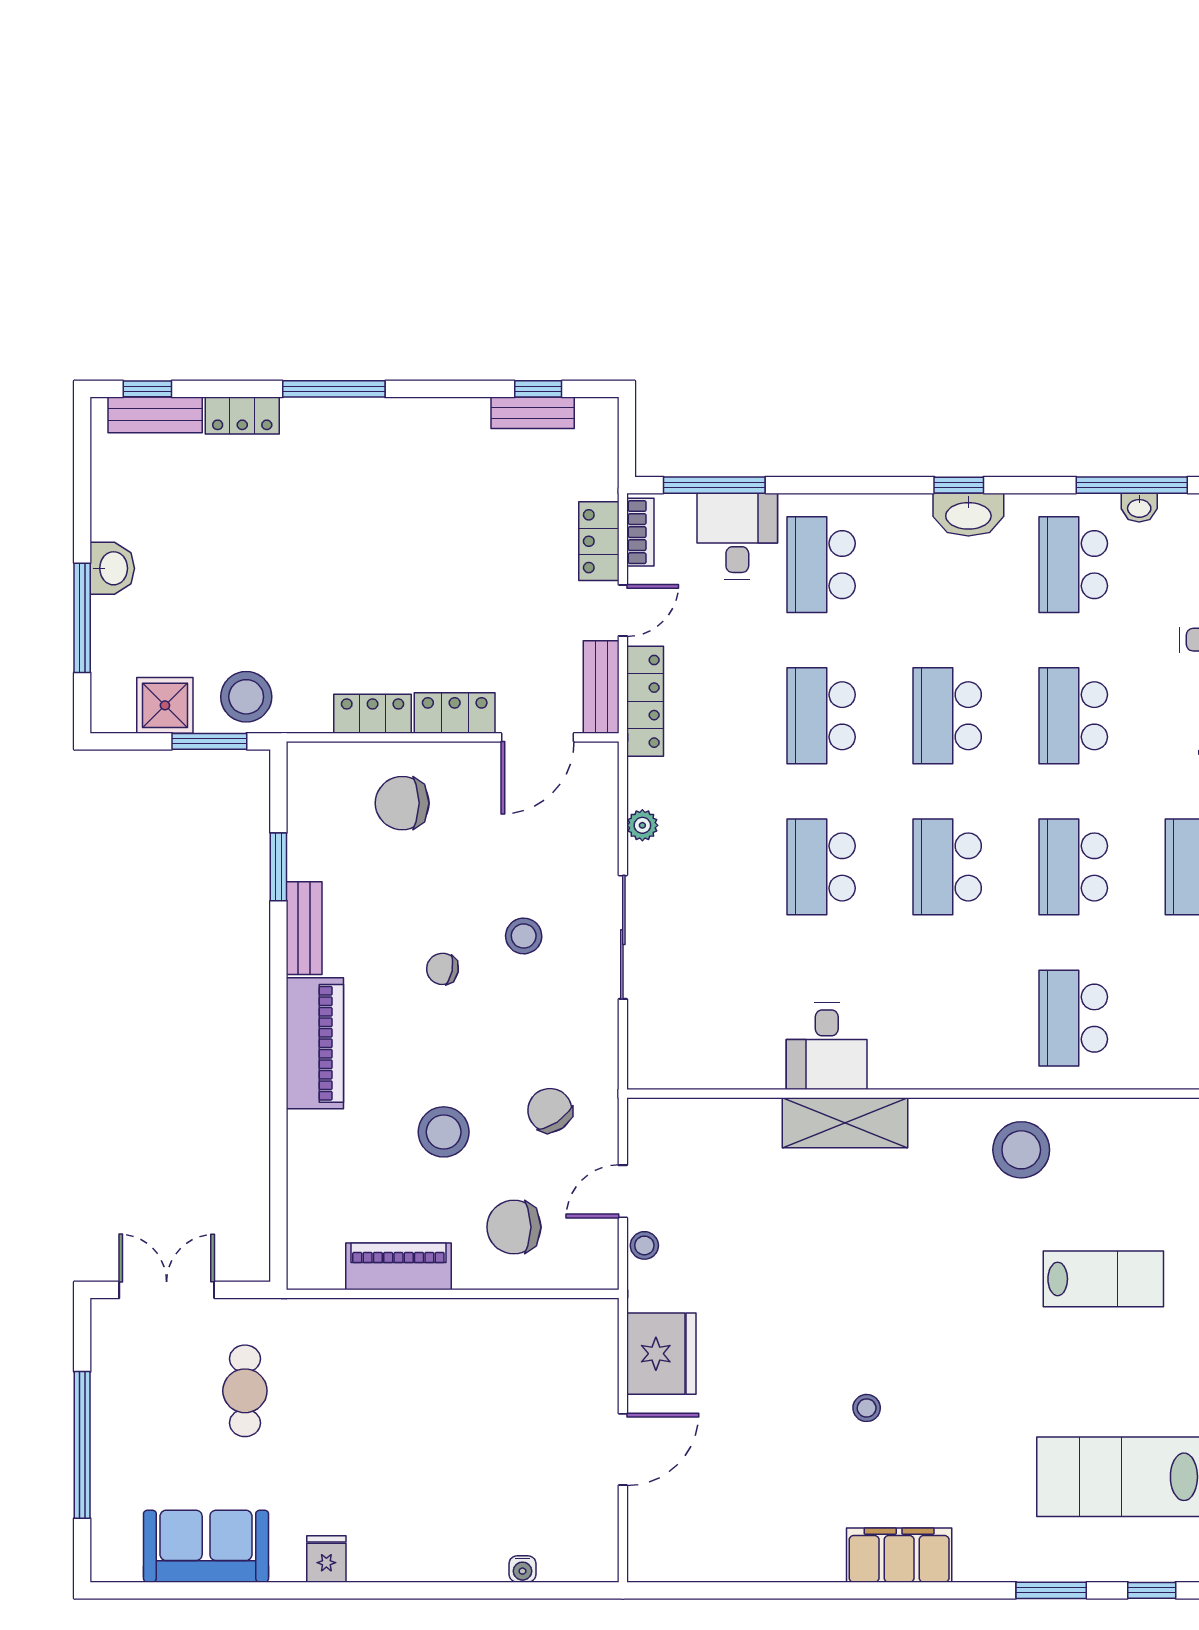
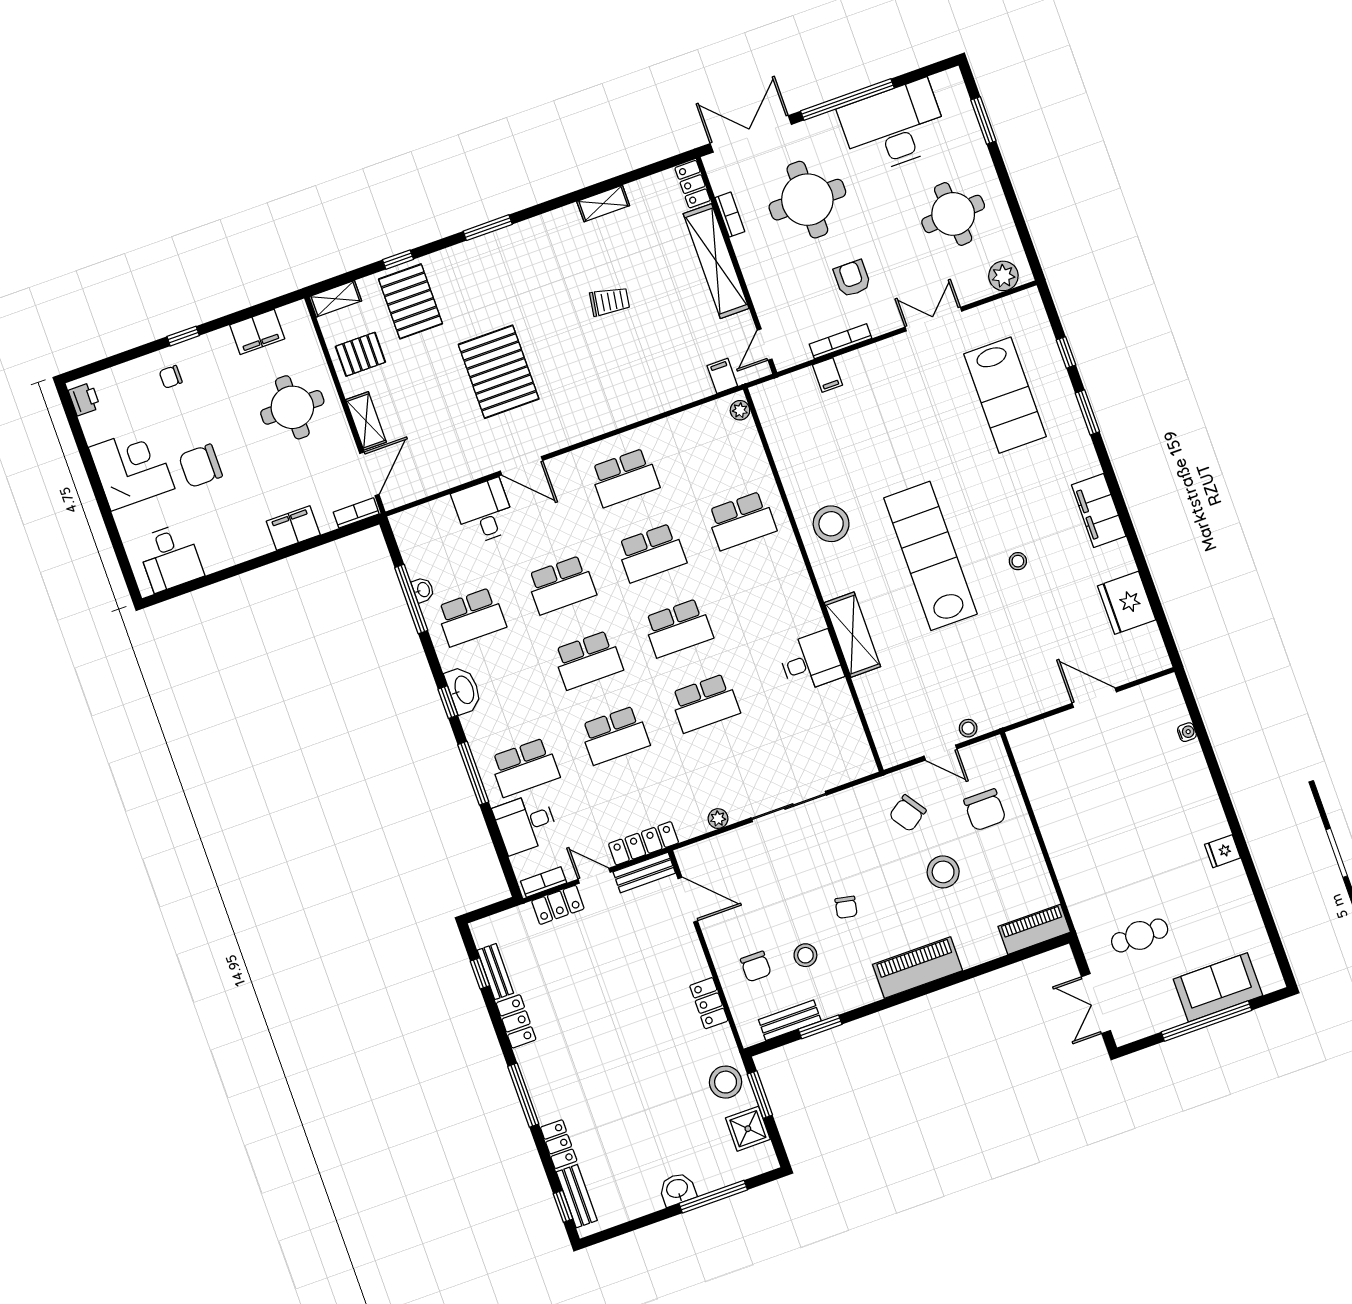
window: (714, 485) -> (473, 773), moved
locker: (455, 713) -> (516, 1021), moved, turned 180
chair: (402, 803) -> (756, 966), width x0.73, depth x0.73
bench: (304, 928) -> (790, 1020), moved
stool: (524, 936) -> (805, 955), moved
piano: (398, 1266) -> (1034, 929), moved, turned 90
lab bench: (1103, 1279) -> (930, 556), moved, width x1.86, depth x1.39
fridge: (661, 1354) -> (1127, 603), moved, turned -90
sofa: (206, 1546) -> (1218, 987), moved, turned 90

